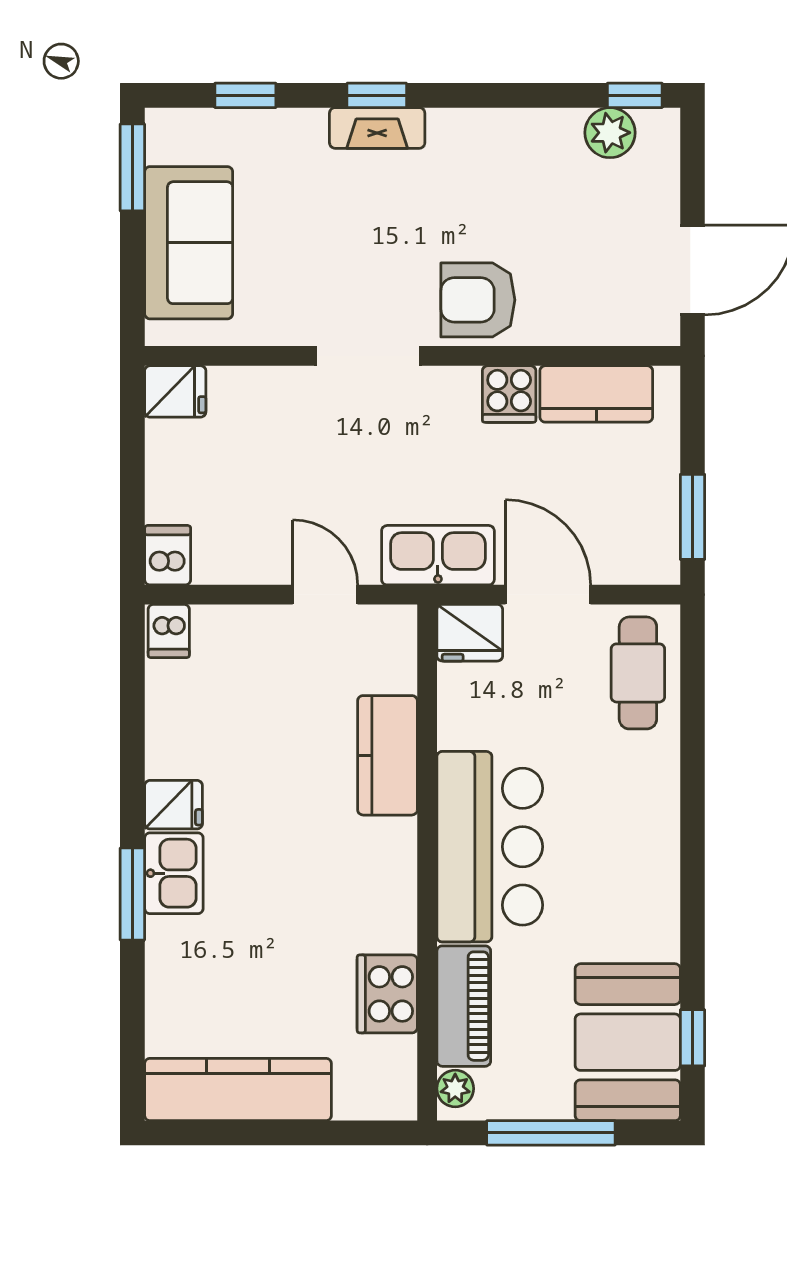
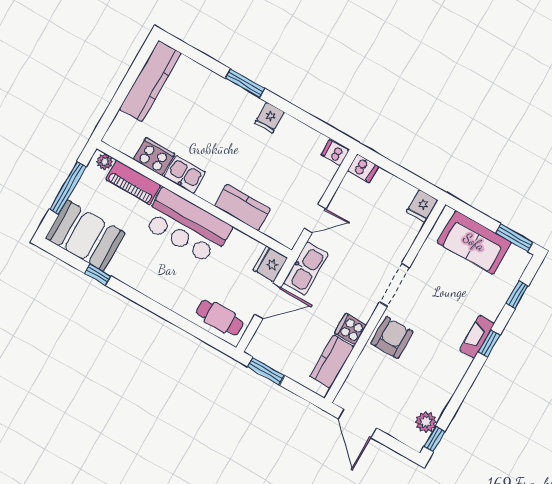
kitchen sink: (174, 873) -> (185, 175), moved, turned 180
window: (693, 1038) -> (98, 275), moved

